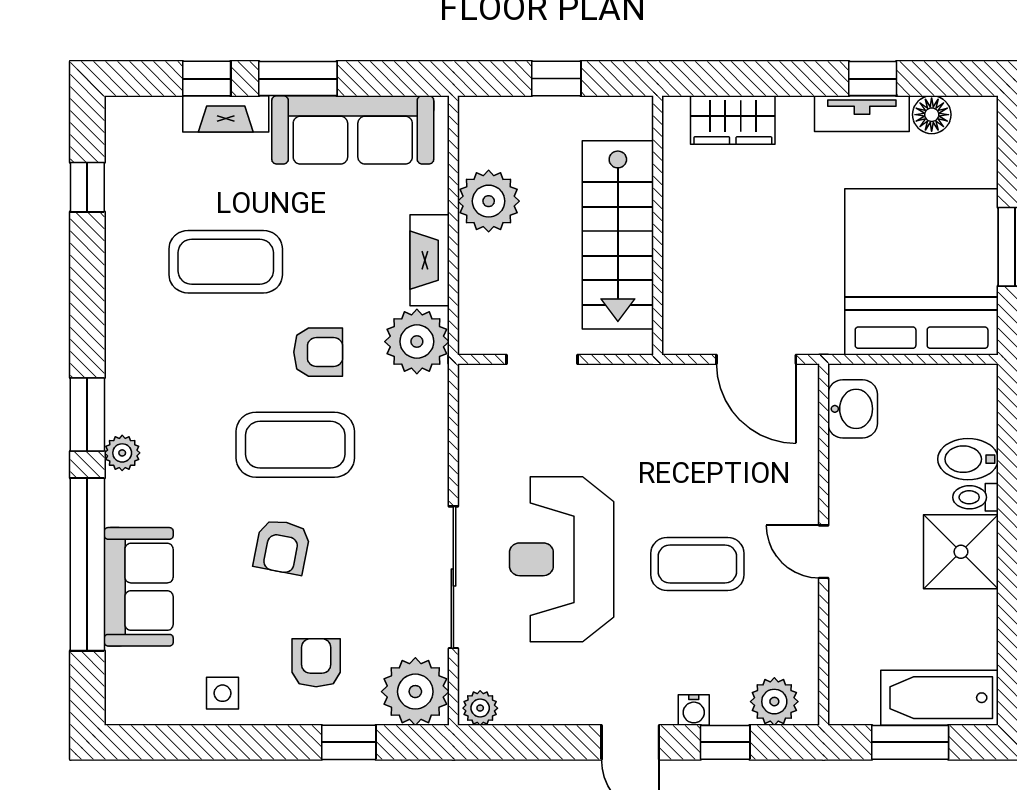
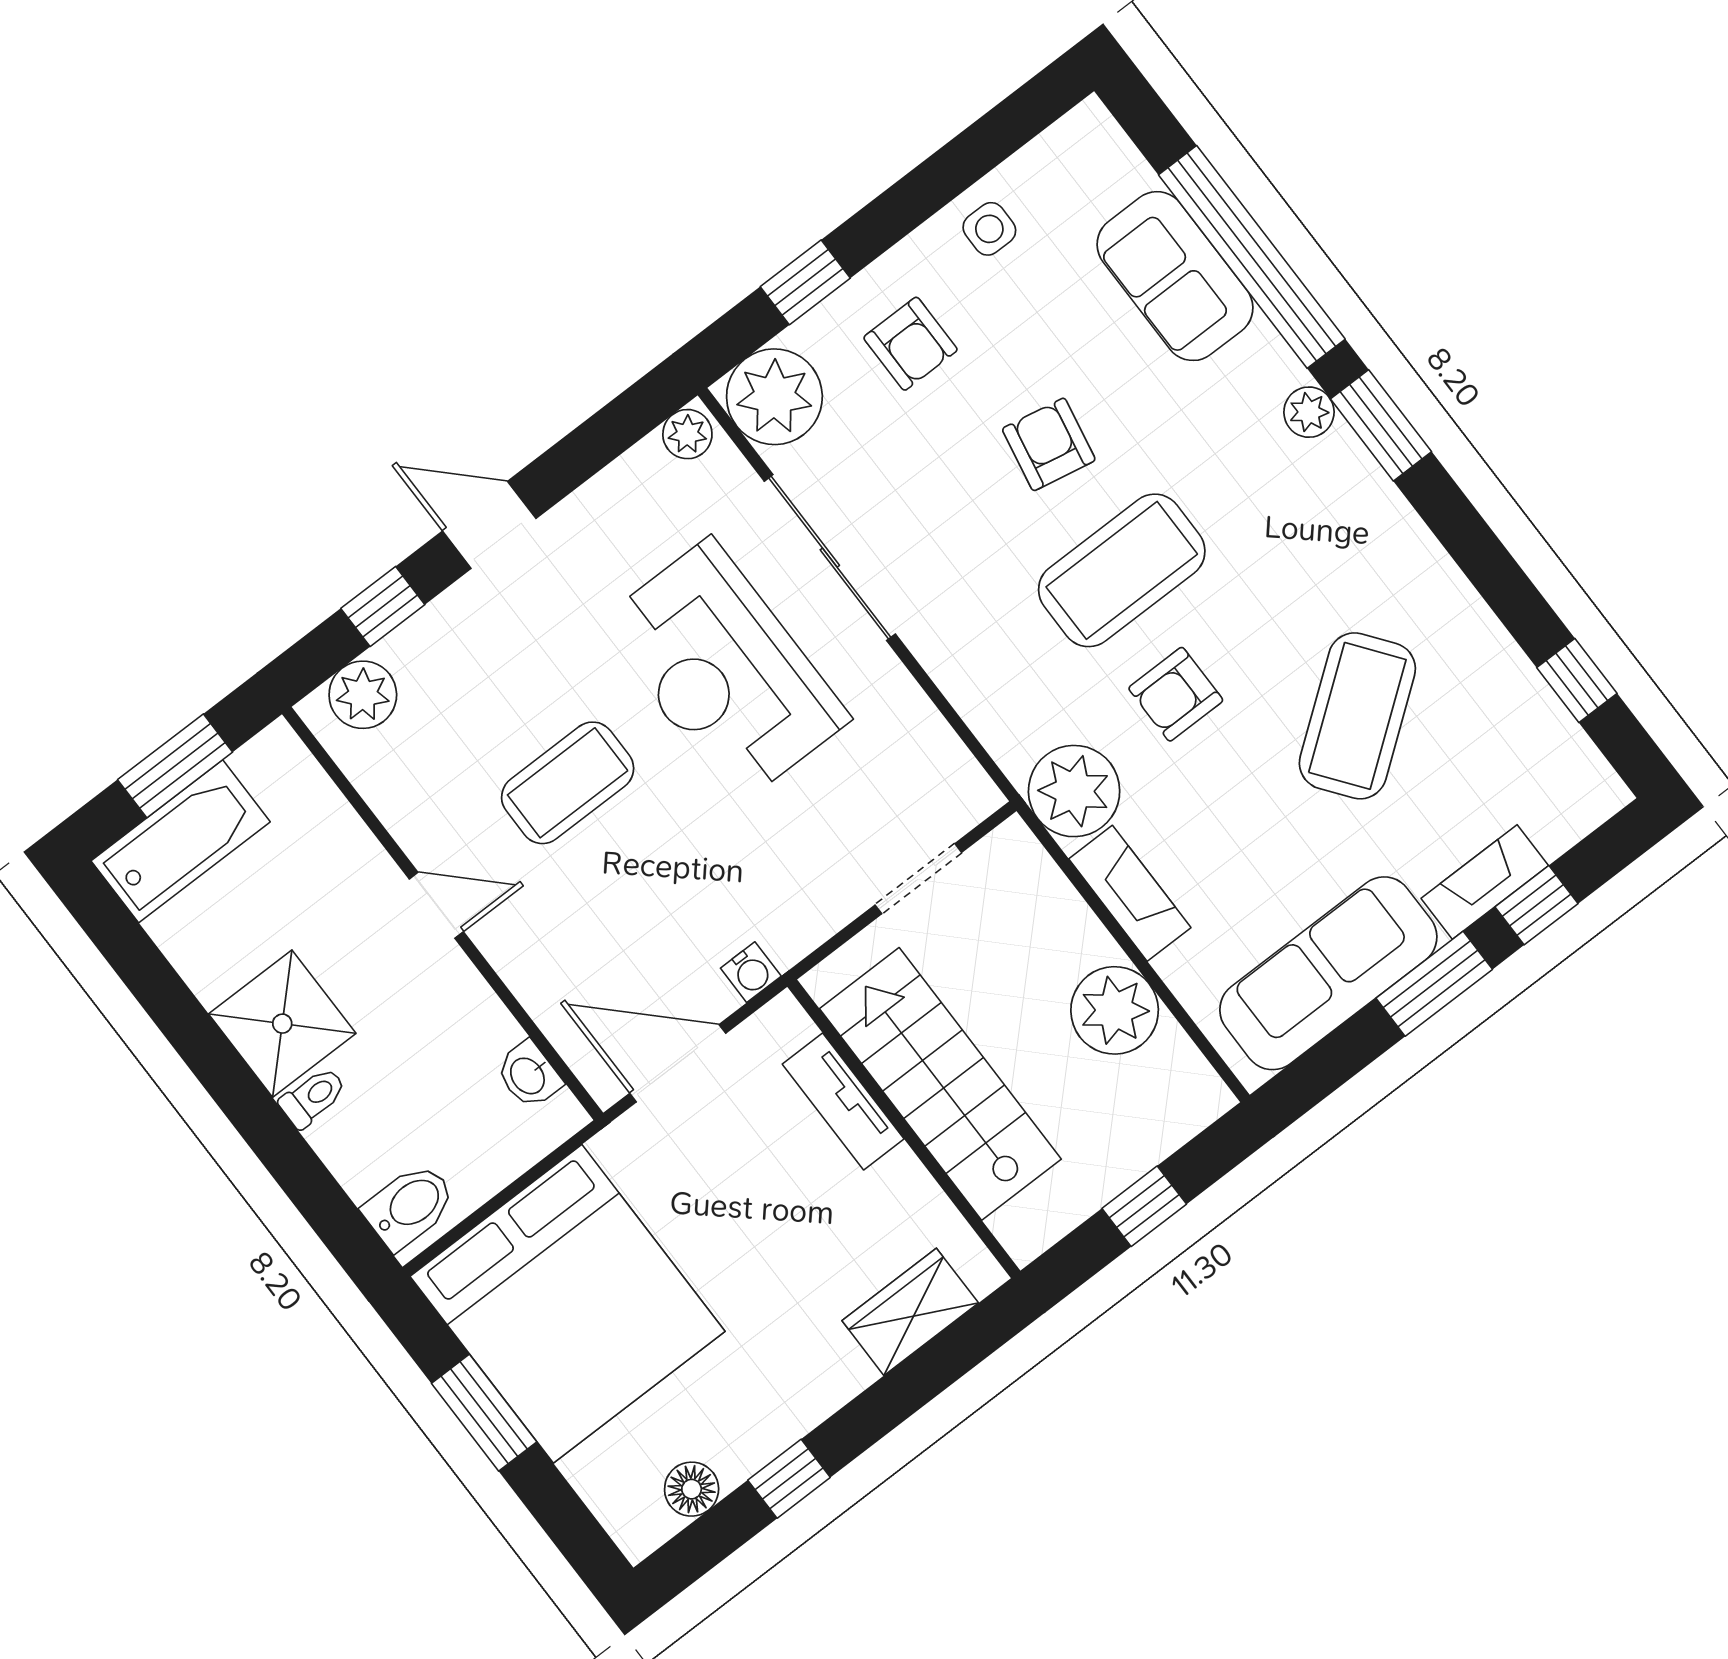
tv unit: (862, 114) -> (843, 1102), moved, turned -90
coffee table: (226, 262) -> (1357, 716), turned -37
washbasin: (853, 409) -> (529, 1075), width x0.72, depth x0.69
bidet: (968, 459) -> (410, 1206), moved
reception desk: (562, 559) -> (724, 671), turned 180
water cooler: (694, 710) -> (751, 972), moved, turned 180

